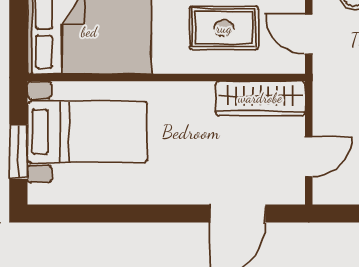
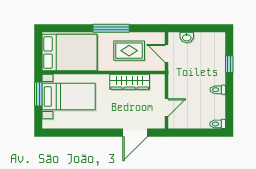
wardrobe: (260, 98) -> (130, 82), moved
window: (18, 152) -> (38, 94), moved

